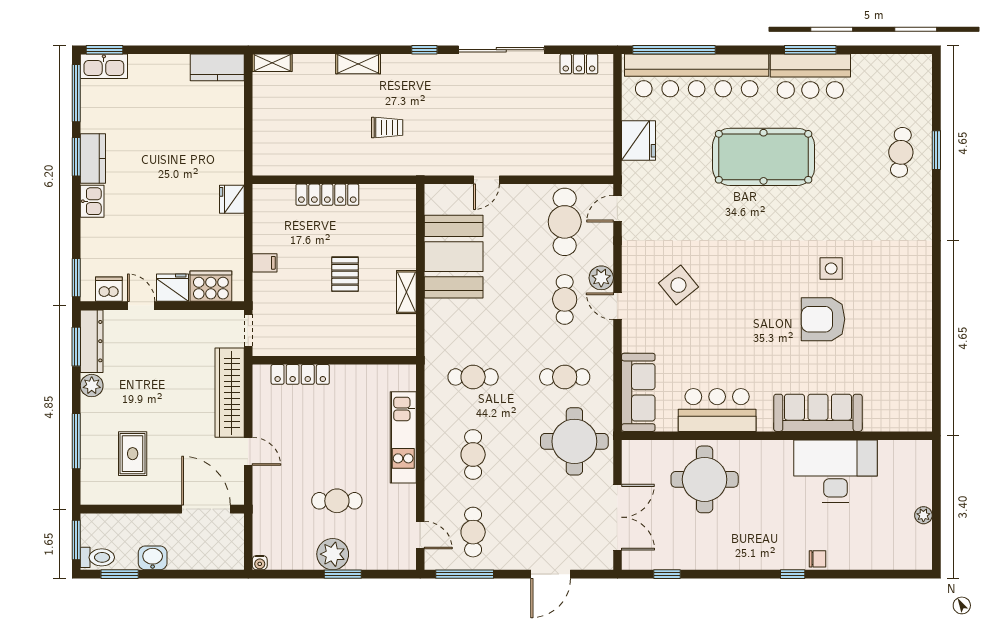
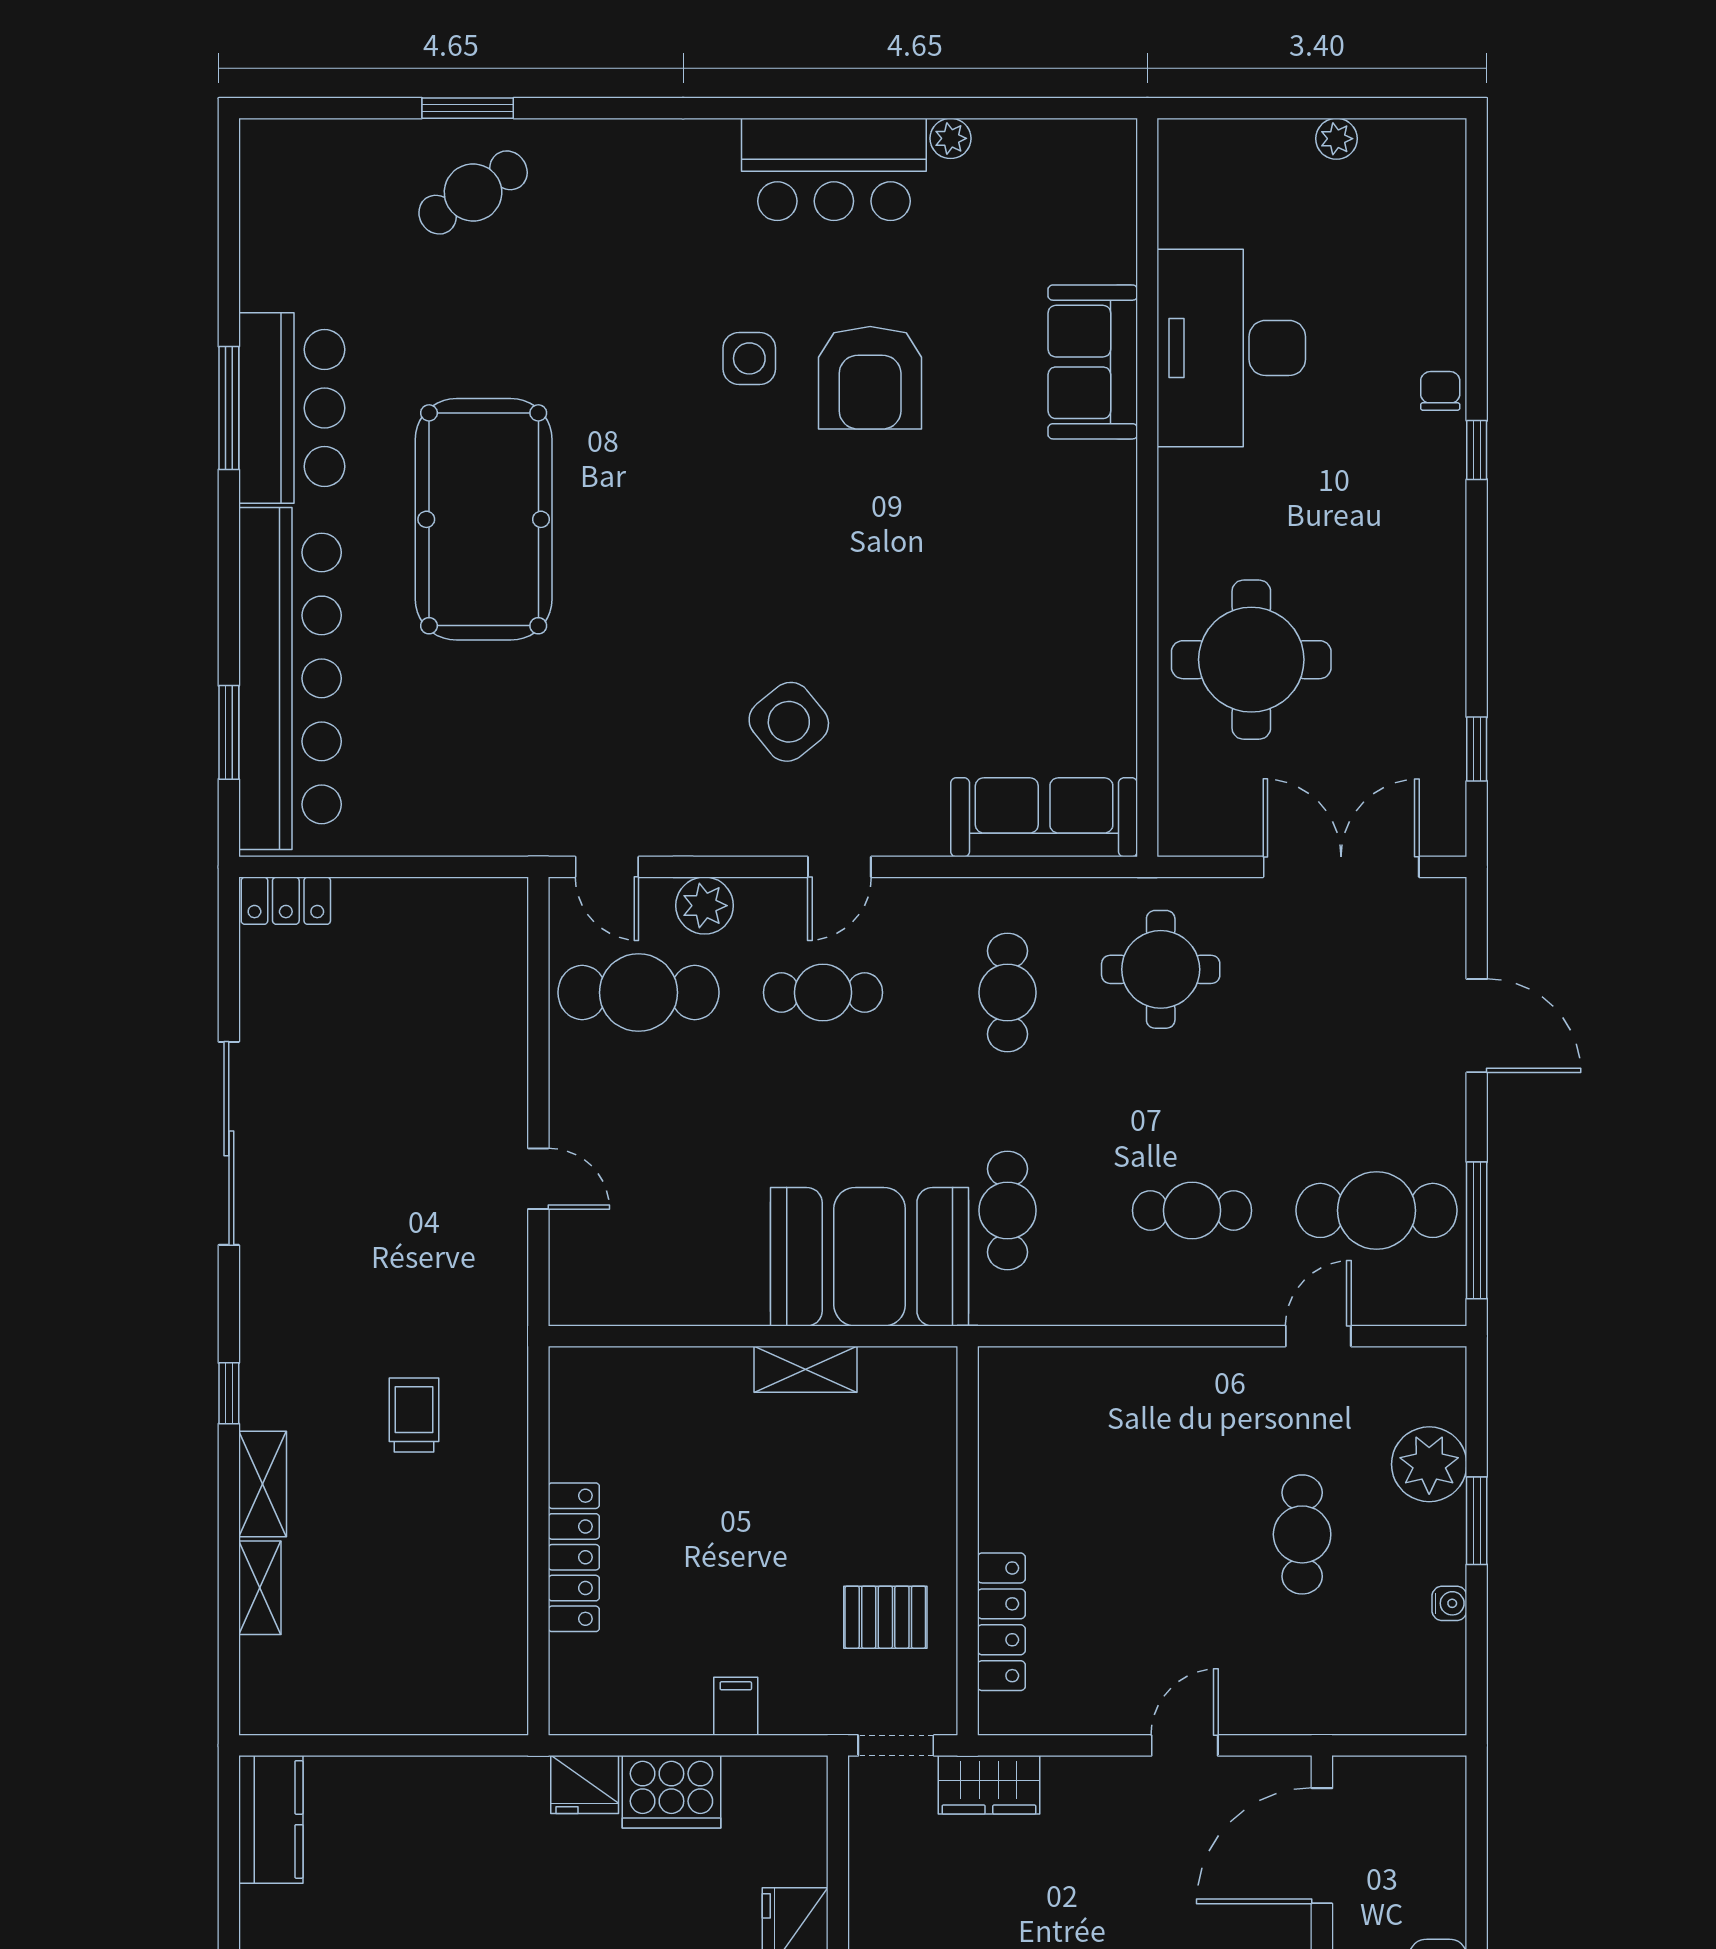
window: (424, 50) -> (229, 1393), moved
window: (674, 50) -> (229, 732), width x0.47
shelving: (272, 63) -> (260, 1588), moved
locker: (579, 64) -> (286, 901), moved, turned 90
fridge: (638, 140) -> (445, 817), removed
cafe table: (901, 152) -> (473, 192), turned -38
booth: (454, 257) -> (870, 1257), moved
pallet: (345, 274) -> (885, 1617), moved
plant: (601, 278) -> (705, 906), moved
cooker: (211, 286) -> (671, 1792), moved, turned -90
plant: (924, 353) -> (951, 138), added
wardrobe: (230, 393) -> (989, 1785), width x0.48, depth x0.85
bar counter: (717, 410) -> (834, 169), moved, turned -90
sofa: (818, 413) -> (1093, 362), width x0.73
kitchen unit: (403, 437) -> (1151, 1377), removed
round table: (574, 441) -> (1161, 969), width x0.73, depth x0.73
cafe table: (473, 532) -> (1377, 1210), width x1.37, depth x1.35
door: (420, 535) -> (1318, 1336), moved
plant: (333, 554) -> (1429, 1464), moved
water cooler: (260, 563) -> (1449, 1603), moved

